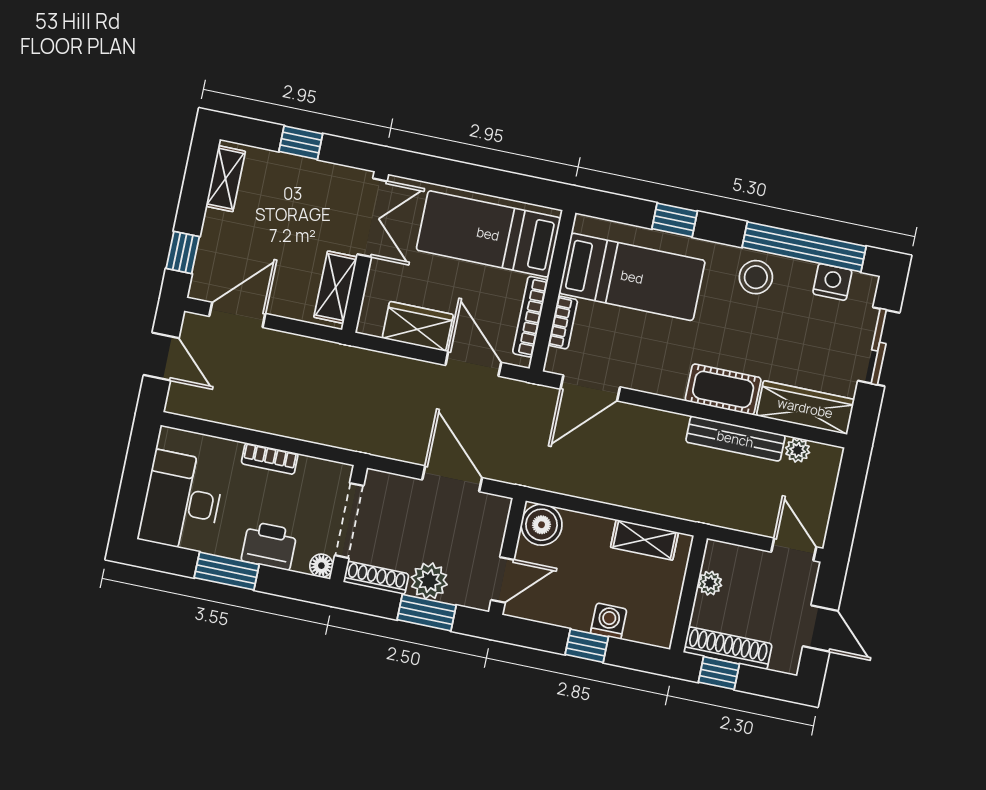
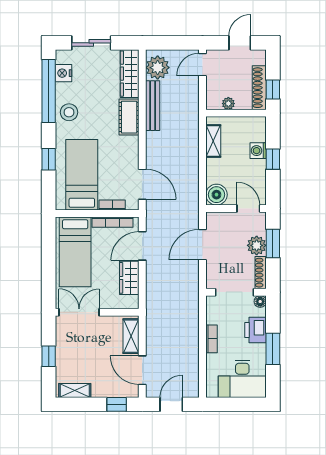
shelving: (336, 287) -> (131, 336), moved, turned 90
plant: (798, 450) -> (158, 68), width x1.88, depth x1.88

